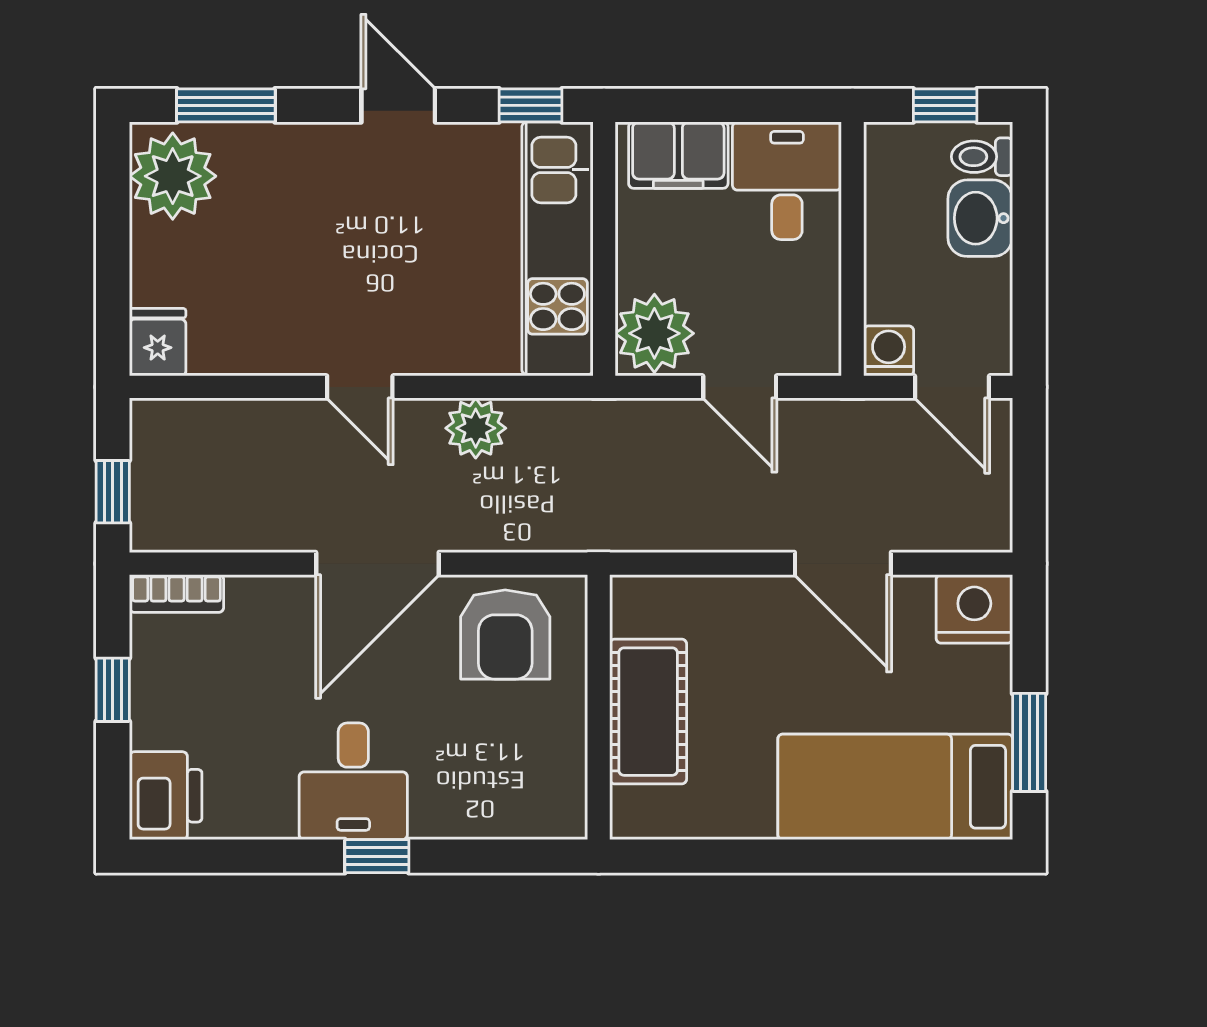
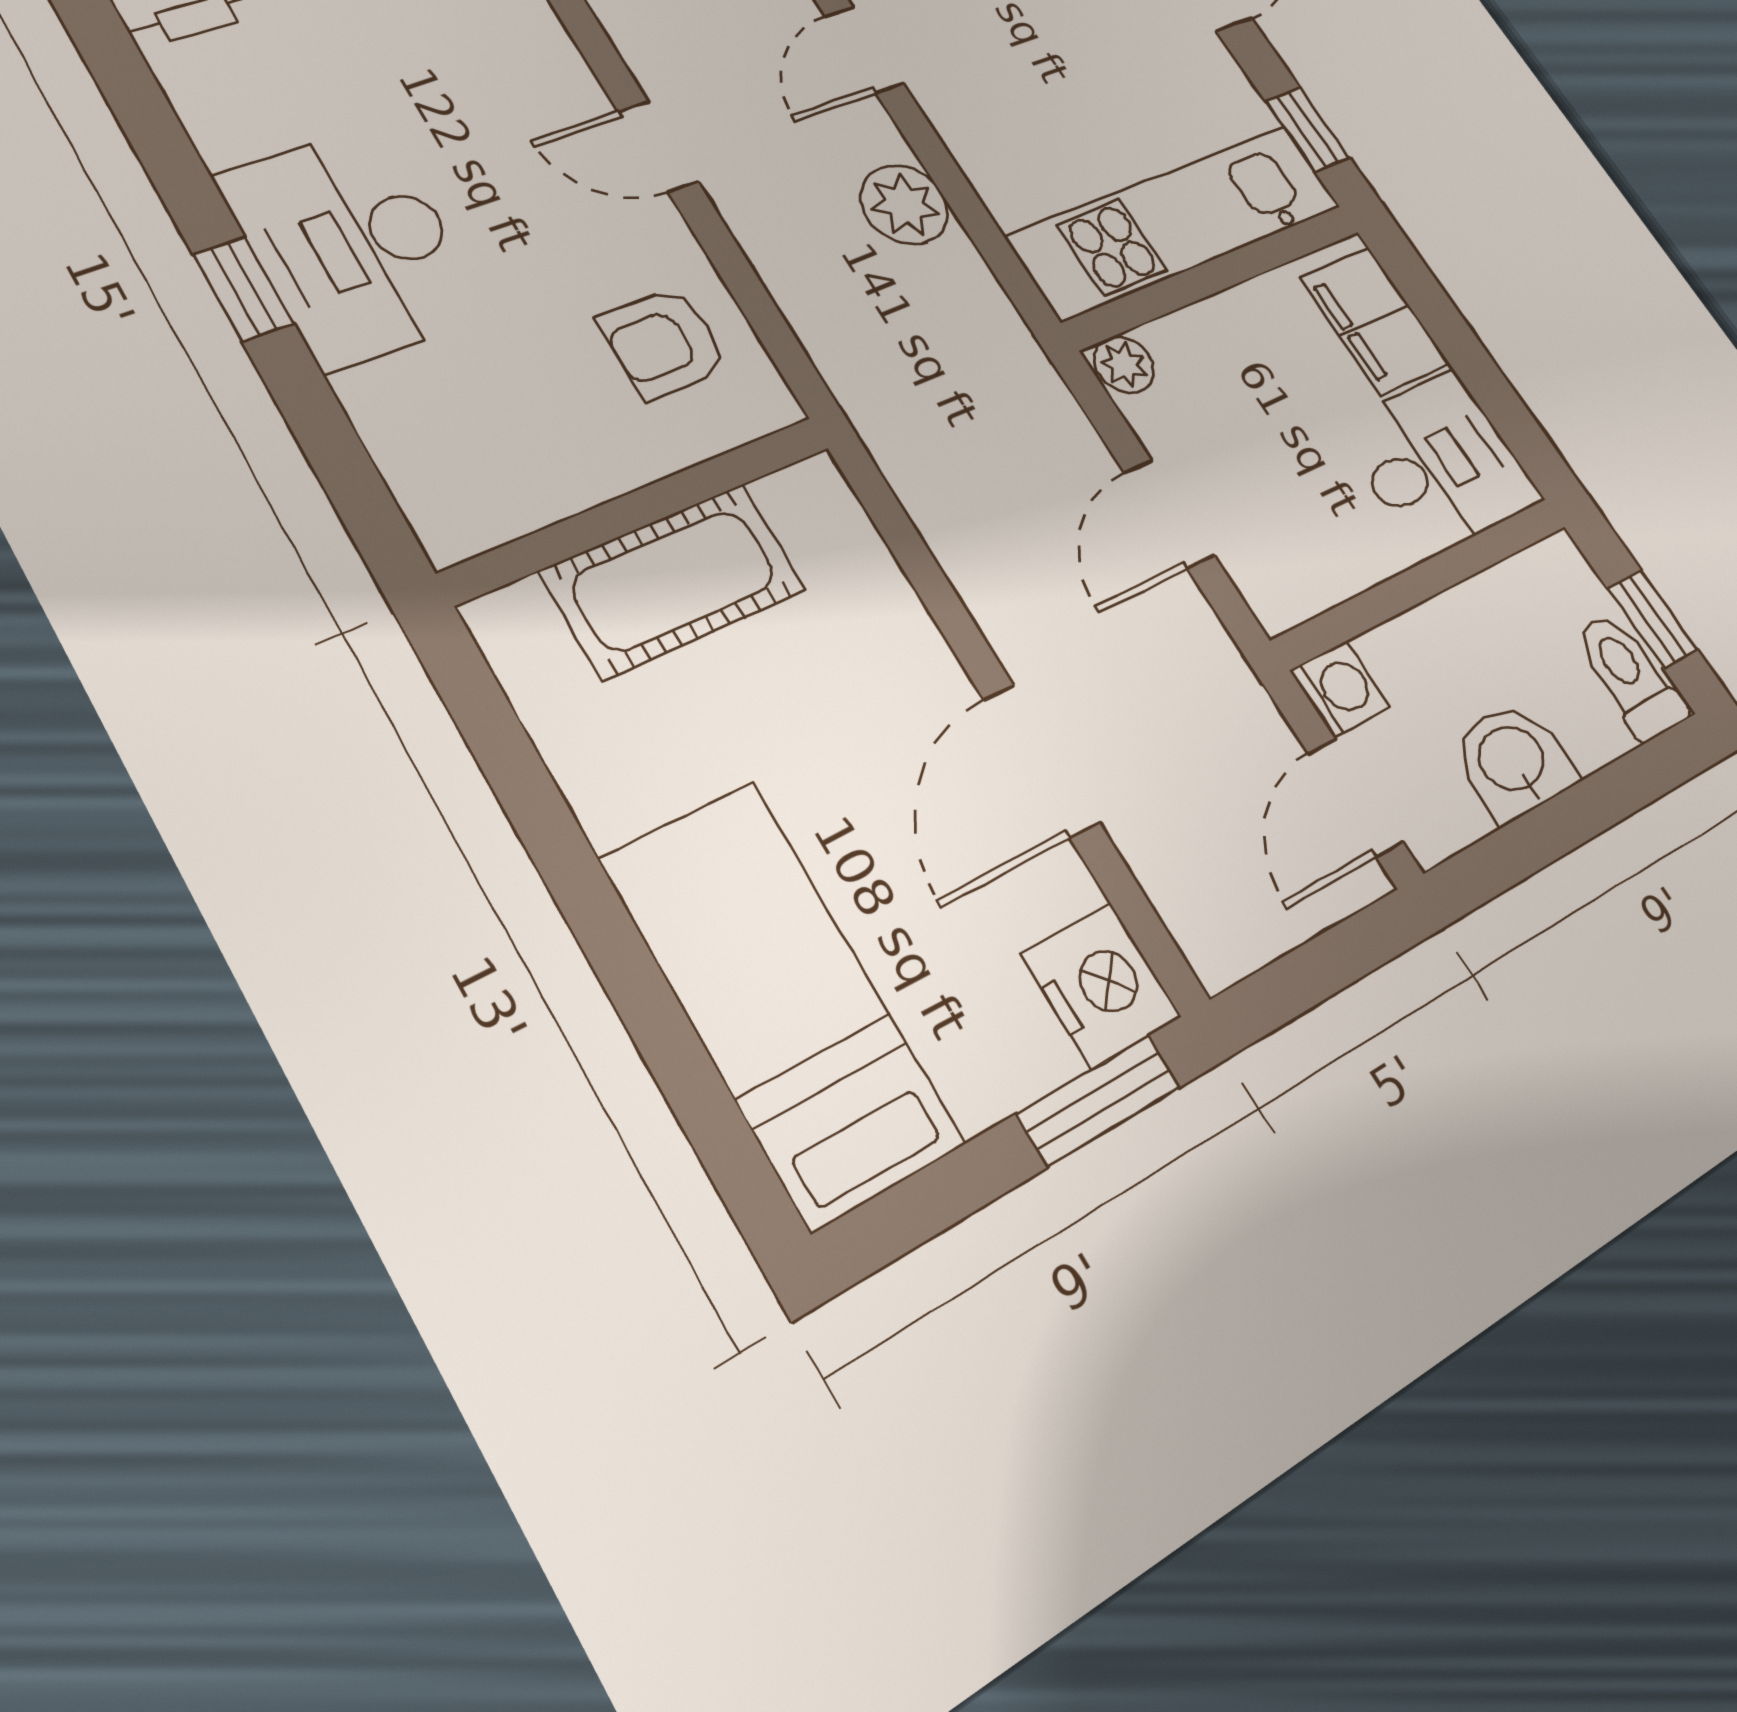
toilet: (982, 157) -> (1630, 676), width x1.37, depth x1.39
washbasin: (980, 218) -> (1513, 761), moved
plant: (654, 333) -> (1124, 365), width x0.53, depth x0.53
door: (377, 564) -> (658, 146), width x0.53
armchair: (505, 634) -> (664, 343), width x0.72, depth x0.72
window: (1029, 742) -> (1099, 1100), moved
desk: (353, 781) -> (353, 245), width x1.37

